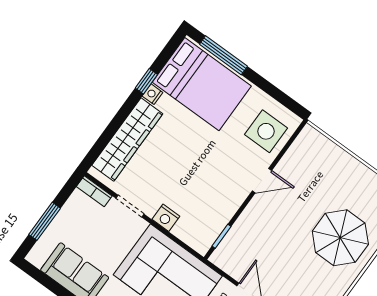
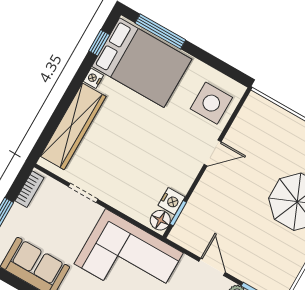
window: (146, 81) -> (99, 43), moved
bookcase: (94, 191) -> (29, 189), moved, turned -90
nightstand: (166, 218) -> (171, 201), moved, turned -90
floor lamp: (203, 241) -> (160, 220), added

